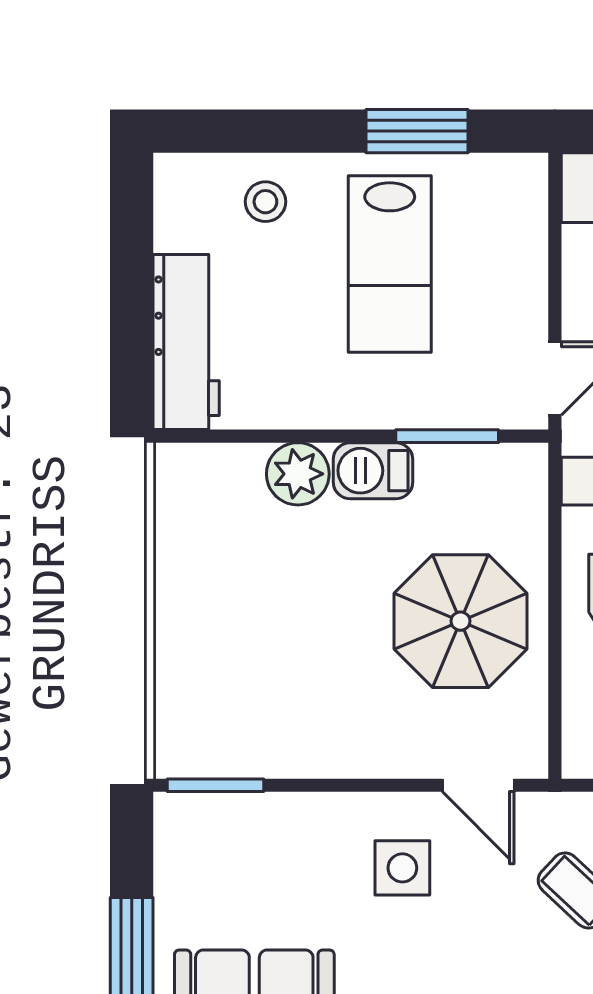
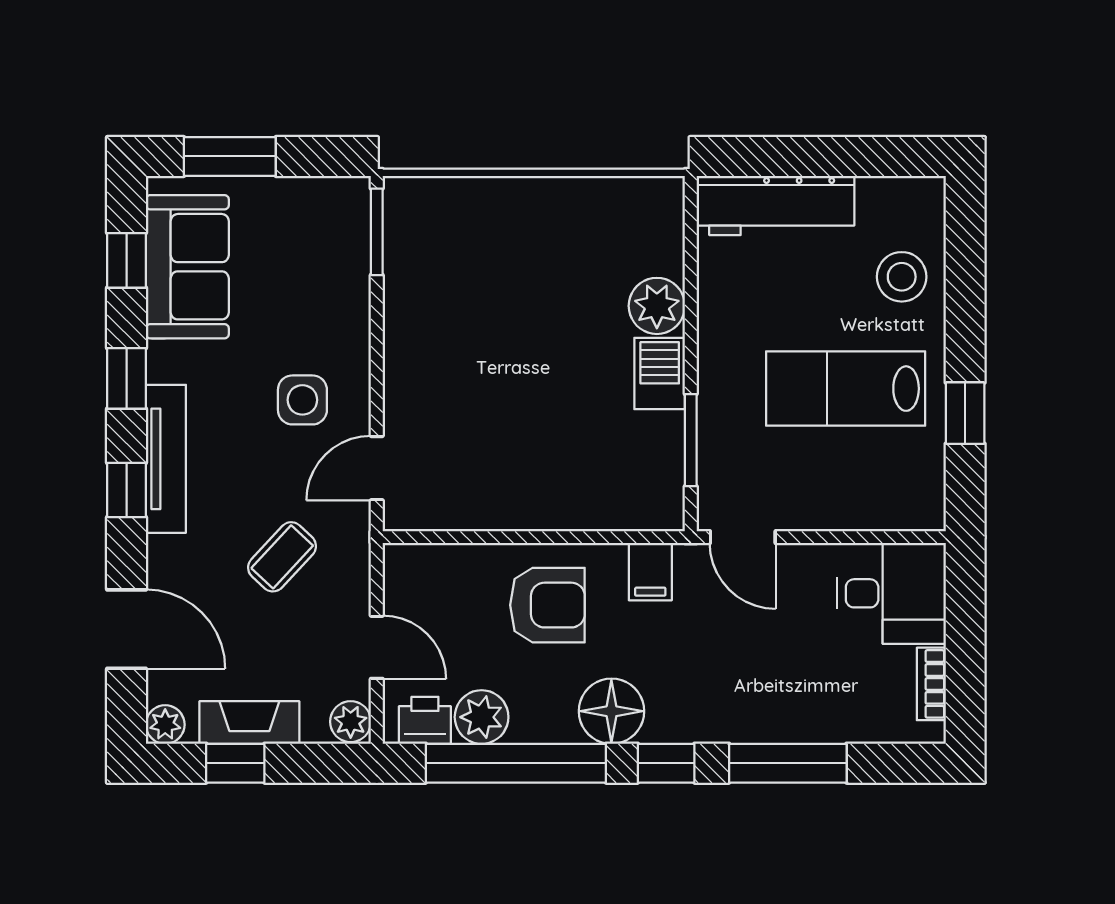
window: (417, 131) -> (965, 413), width x0.67
stool: (265, 202) -> (902, 277), width x1.37, depth x1.37
parasol: (460, 621) -> (524, 452), removed

